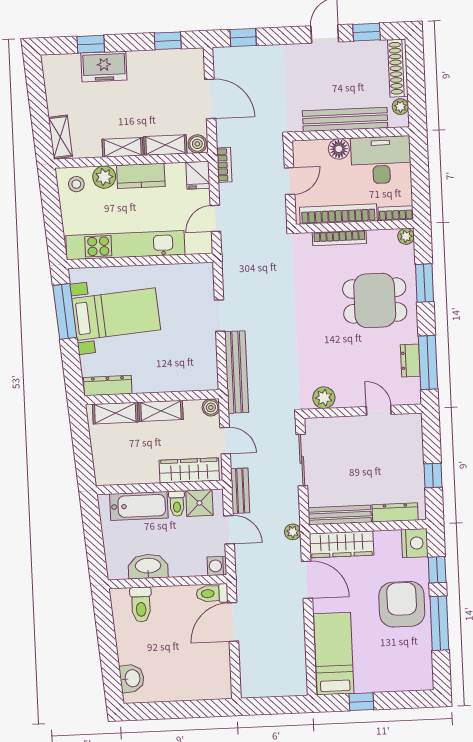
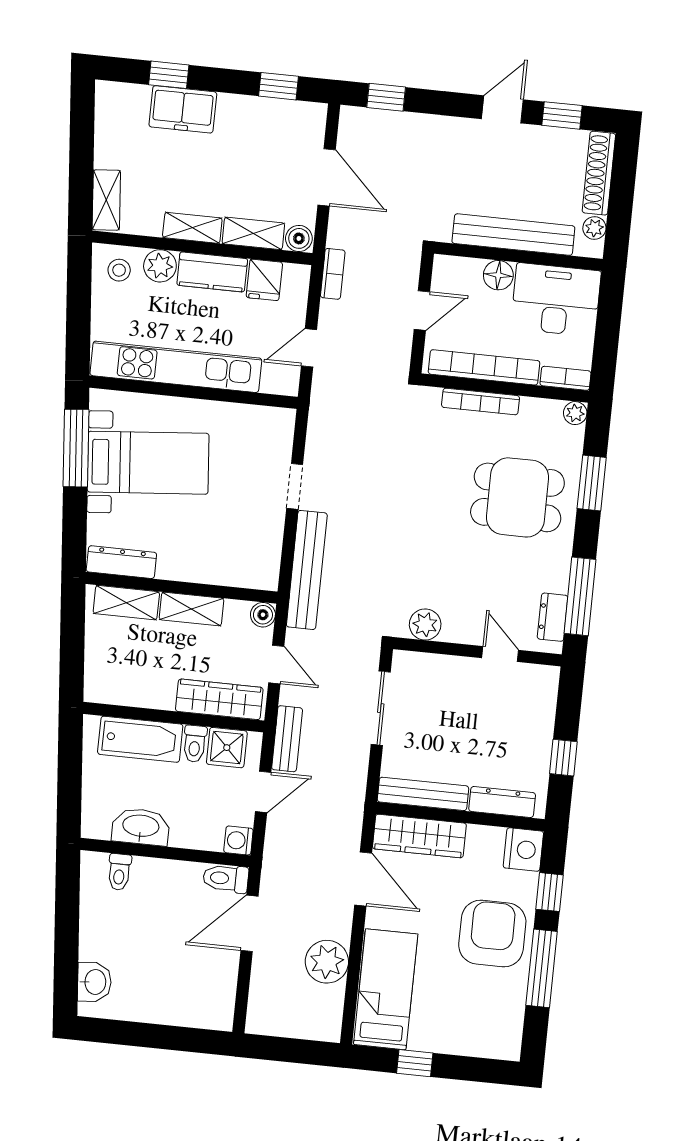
fridge: (198, 175) -> (264, 280), moved
dresser: (410, 360) -> (553, 617), moved
door: (229, 530) -> (263, 792), hinge flipped
plant: (293, 532) -> (327, 962), moved, width x1.87, depth x1.87
toilet: (141, 605) -> (119, 872), width x0.73, depth x0.72

